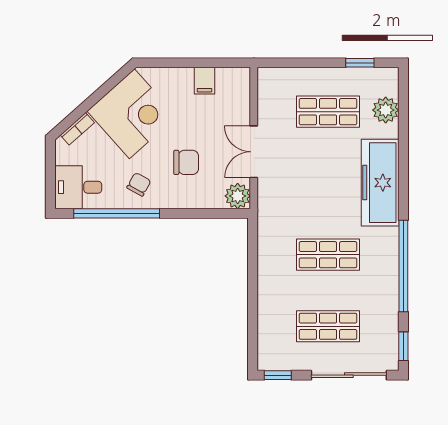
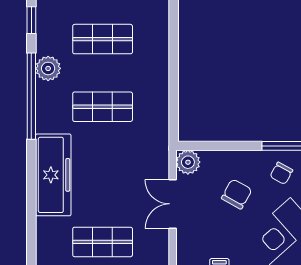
plant: (386, 110) -> (48, 68), moved
double door: (254, 152) -> (173, 204), swing flipped
chair: (186, 162) -> (237, 194), turned 119

